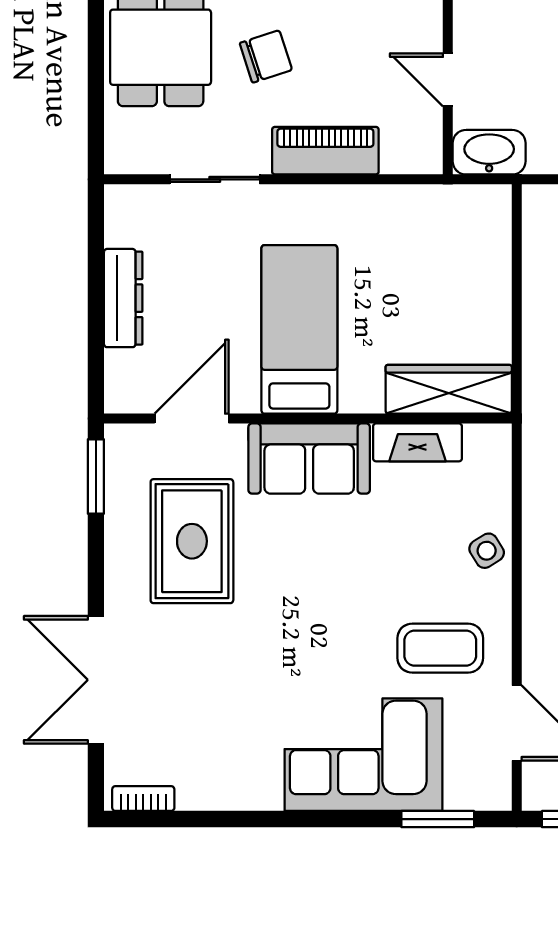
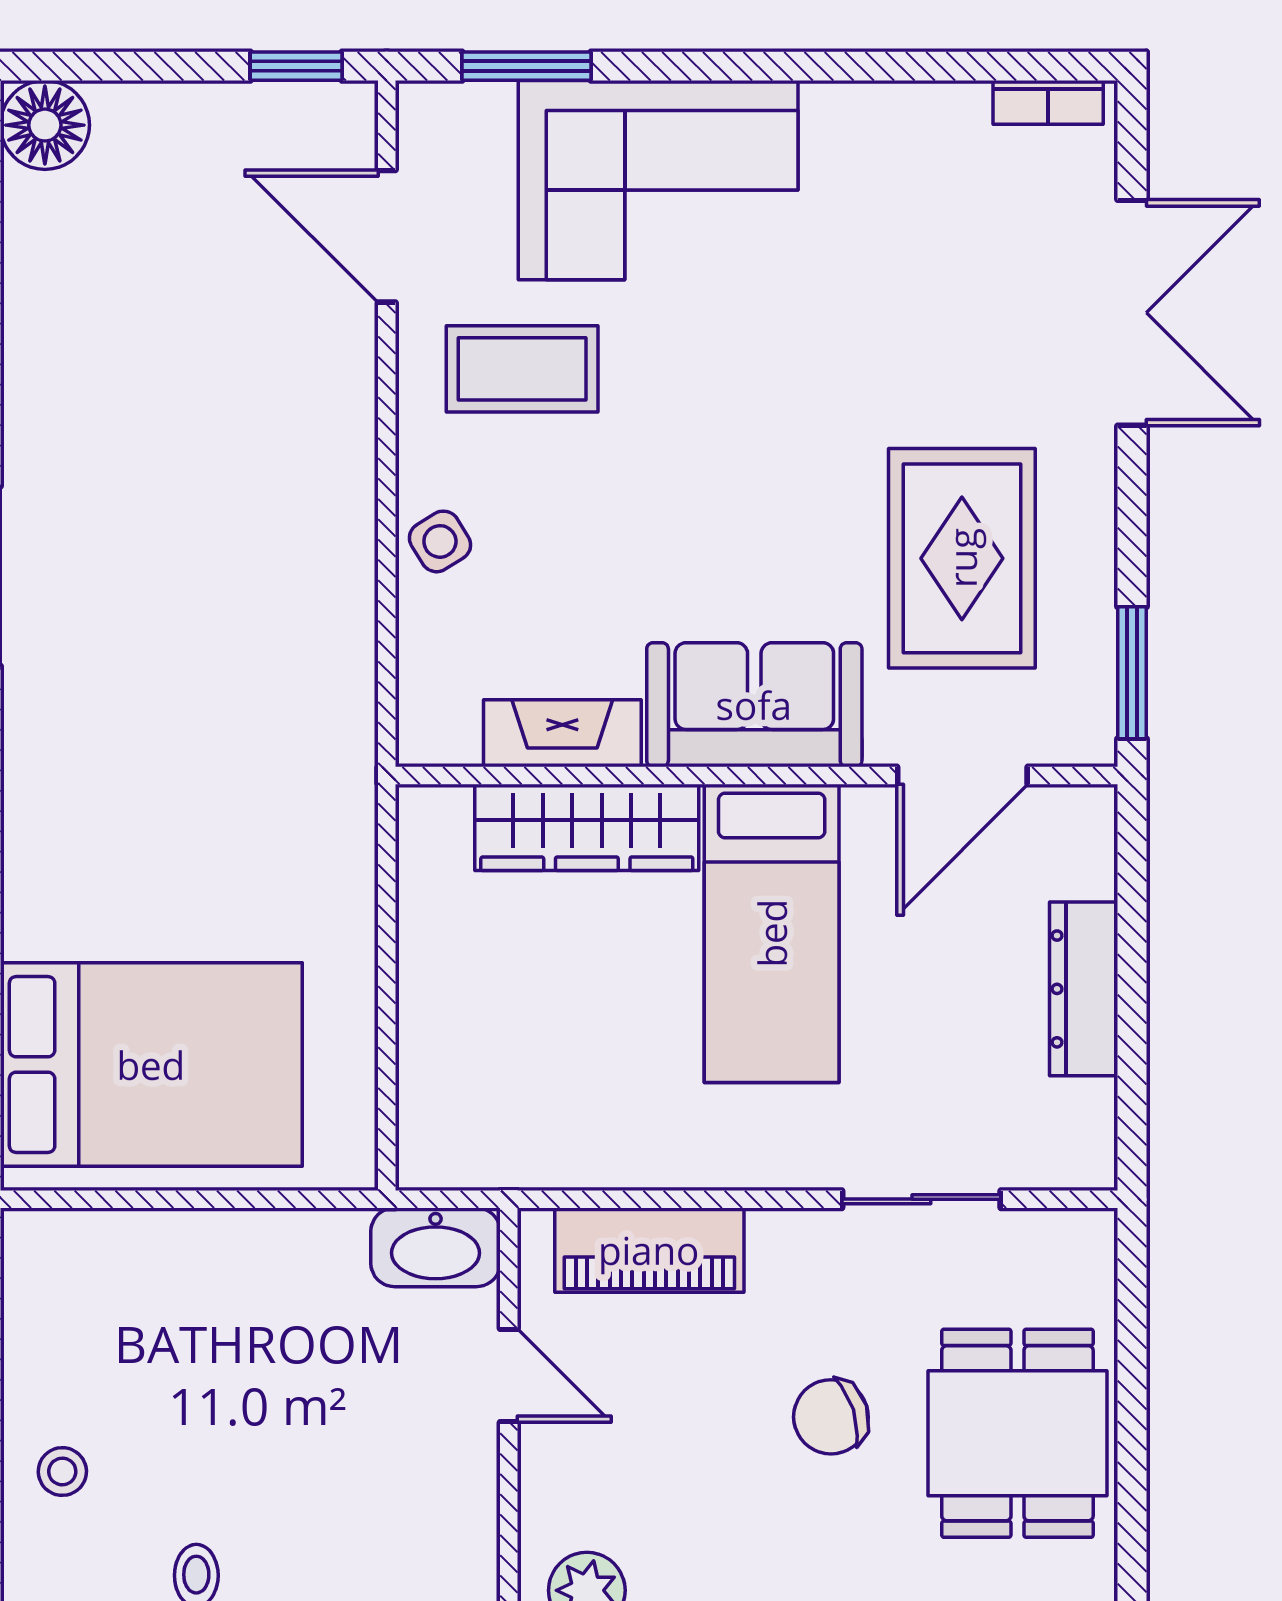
piano: (325, 151) -> (649, 1250), moved
wardrobe: (449, 389) -> (587, 827), moved

